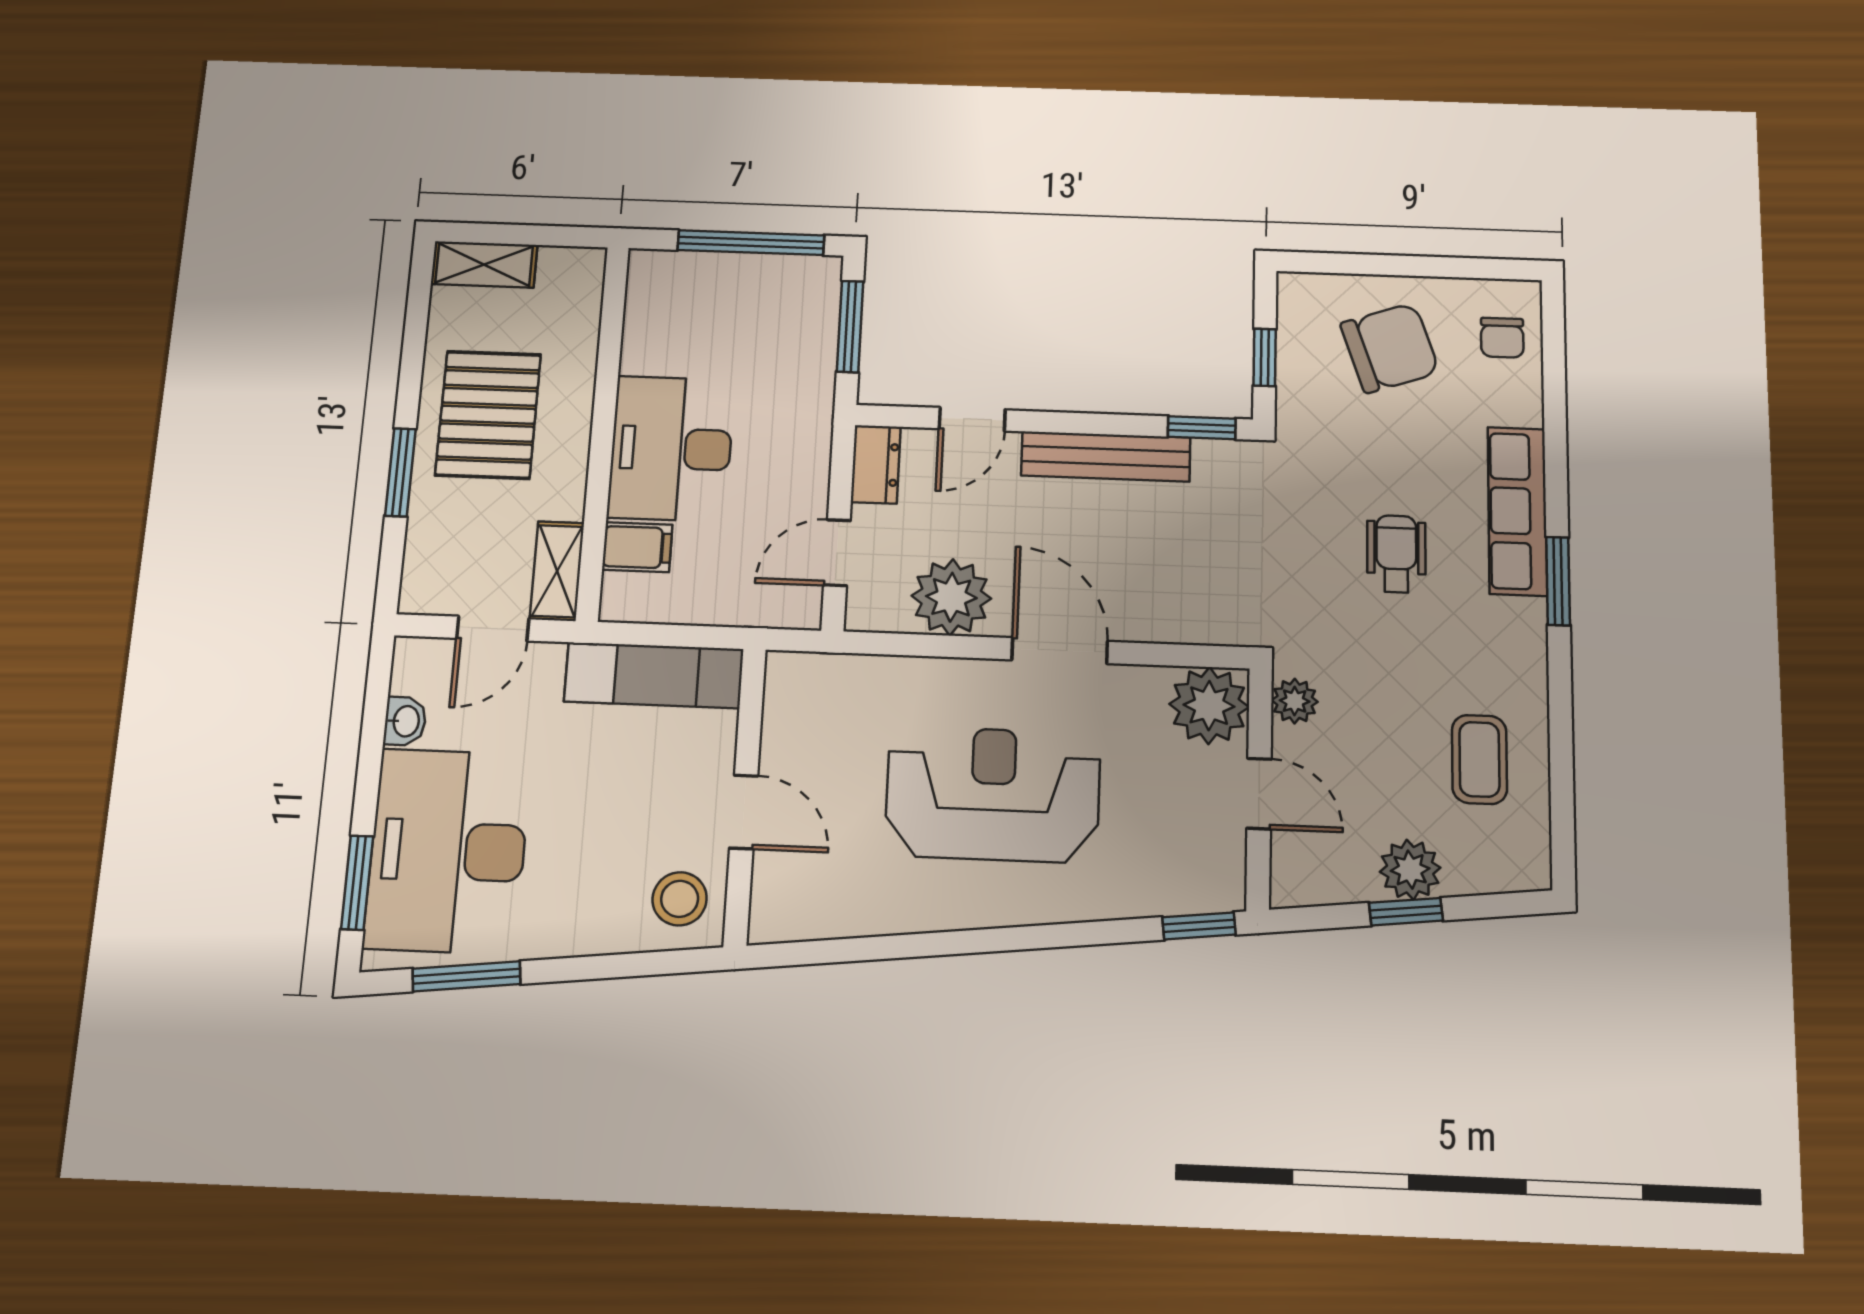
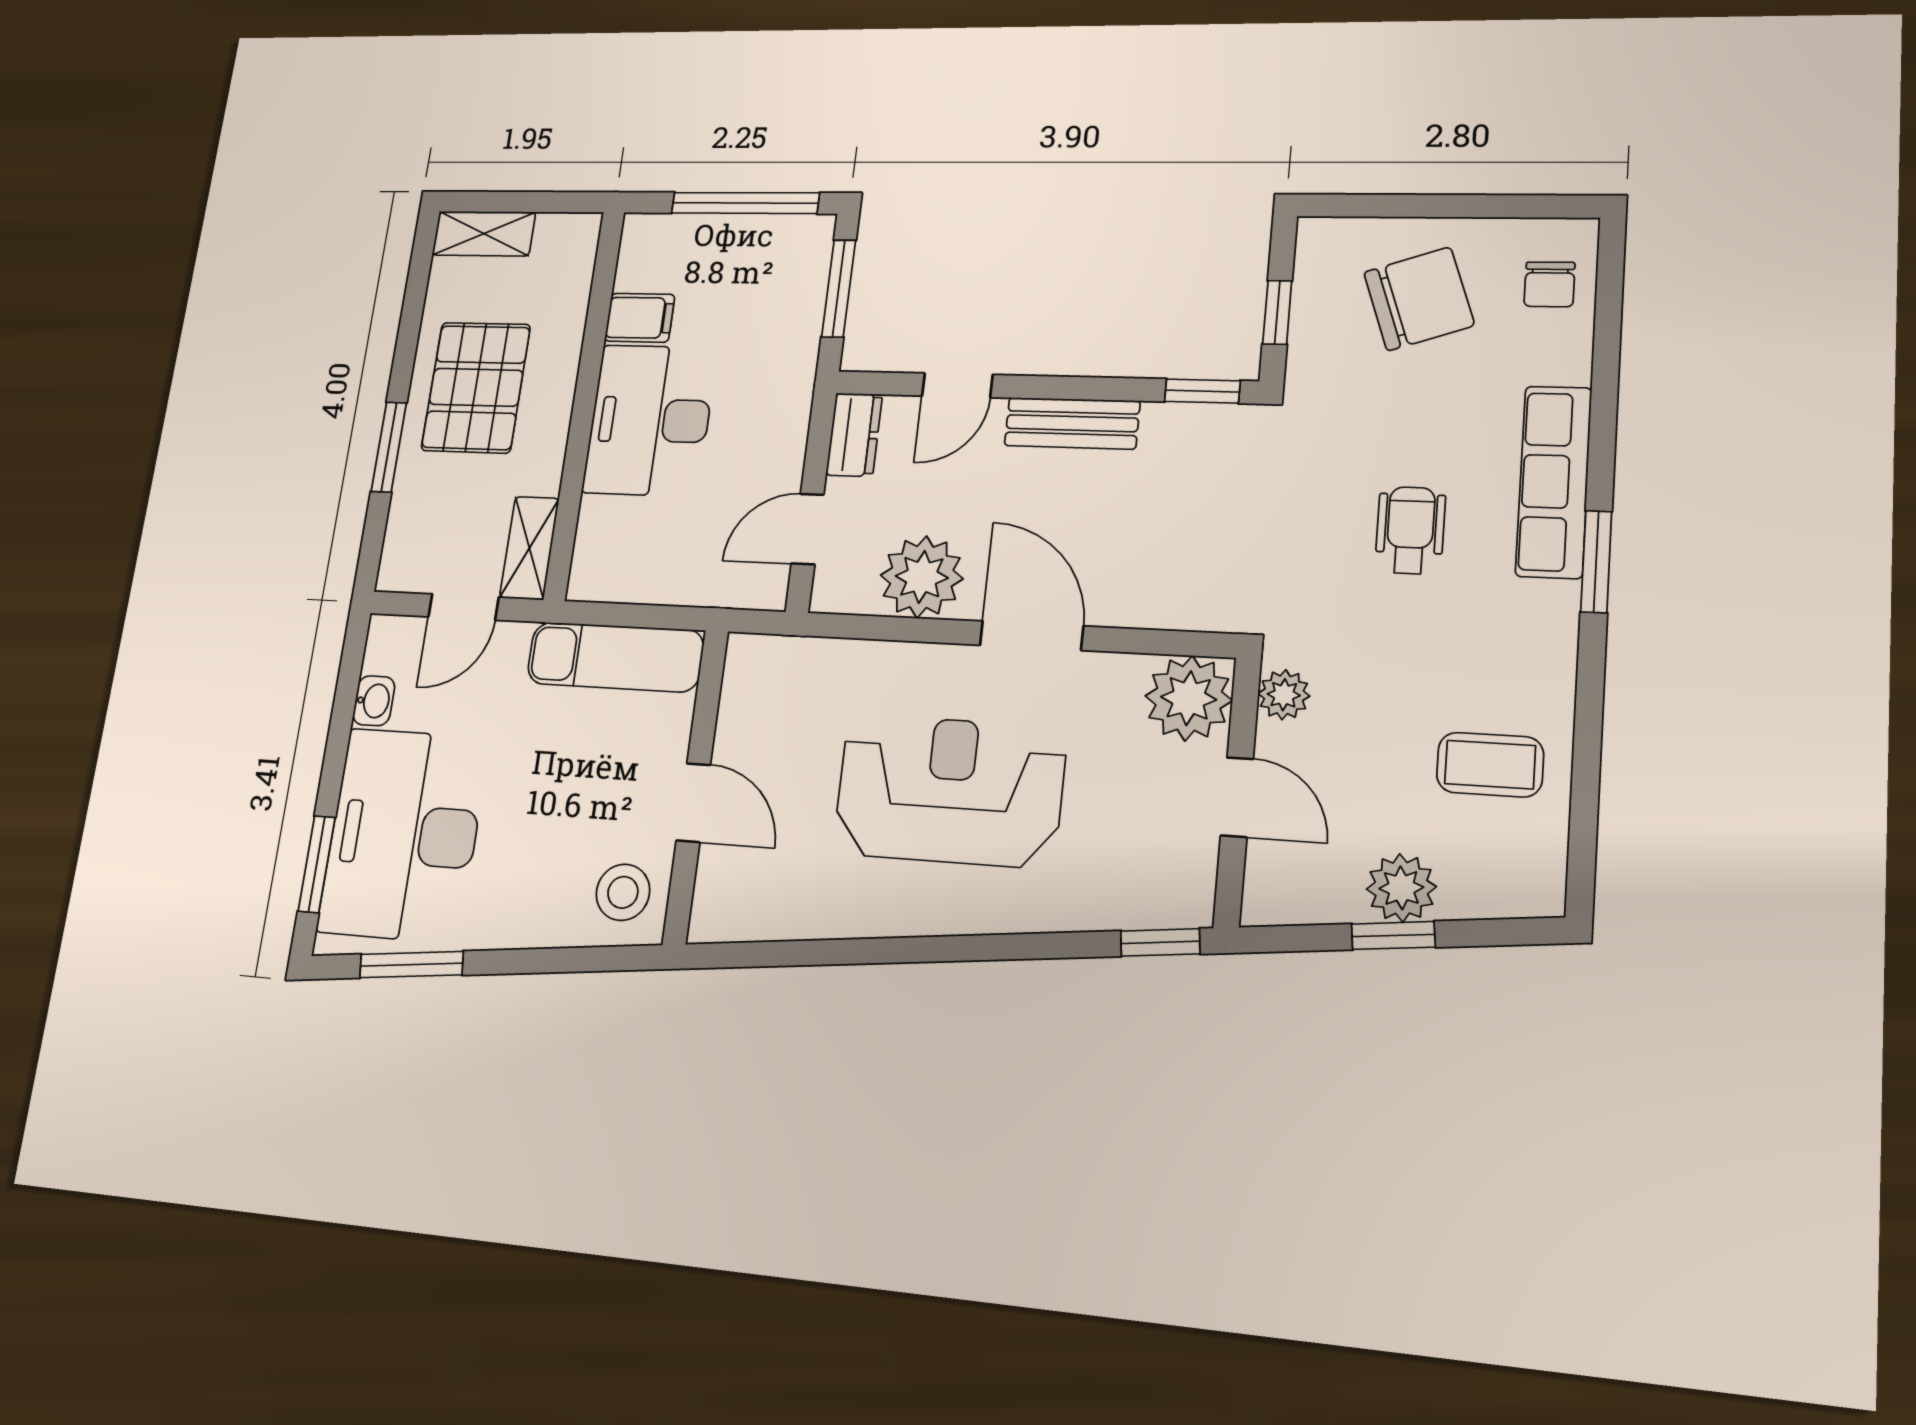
bench: (1106, 456) -> (1072, 423), width x0.73
filing cabinet: (637, 547) -> (640, 318), moved
coffee table: (1479, 759) -> (1490, 765), turned 90

